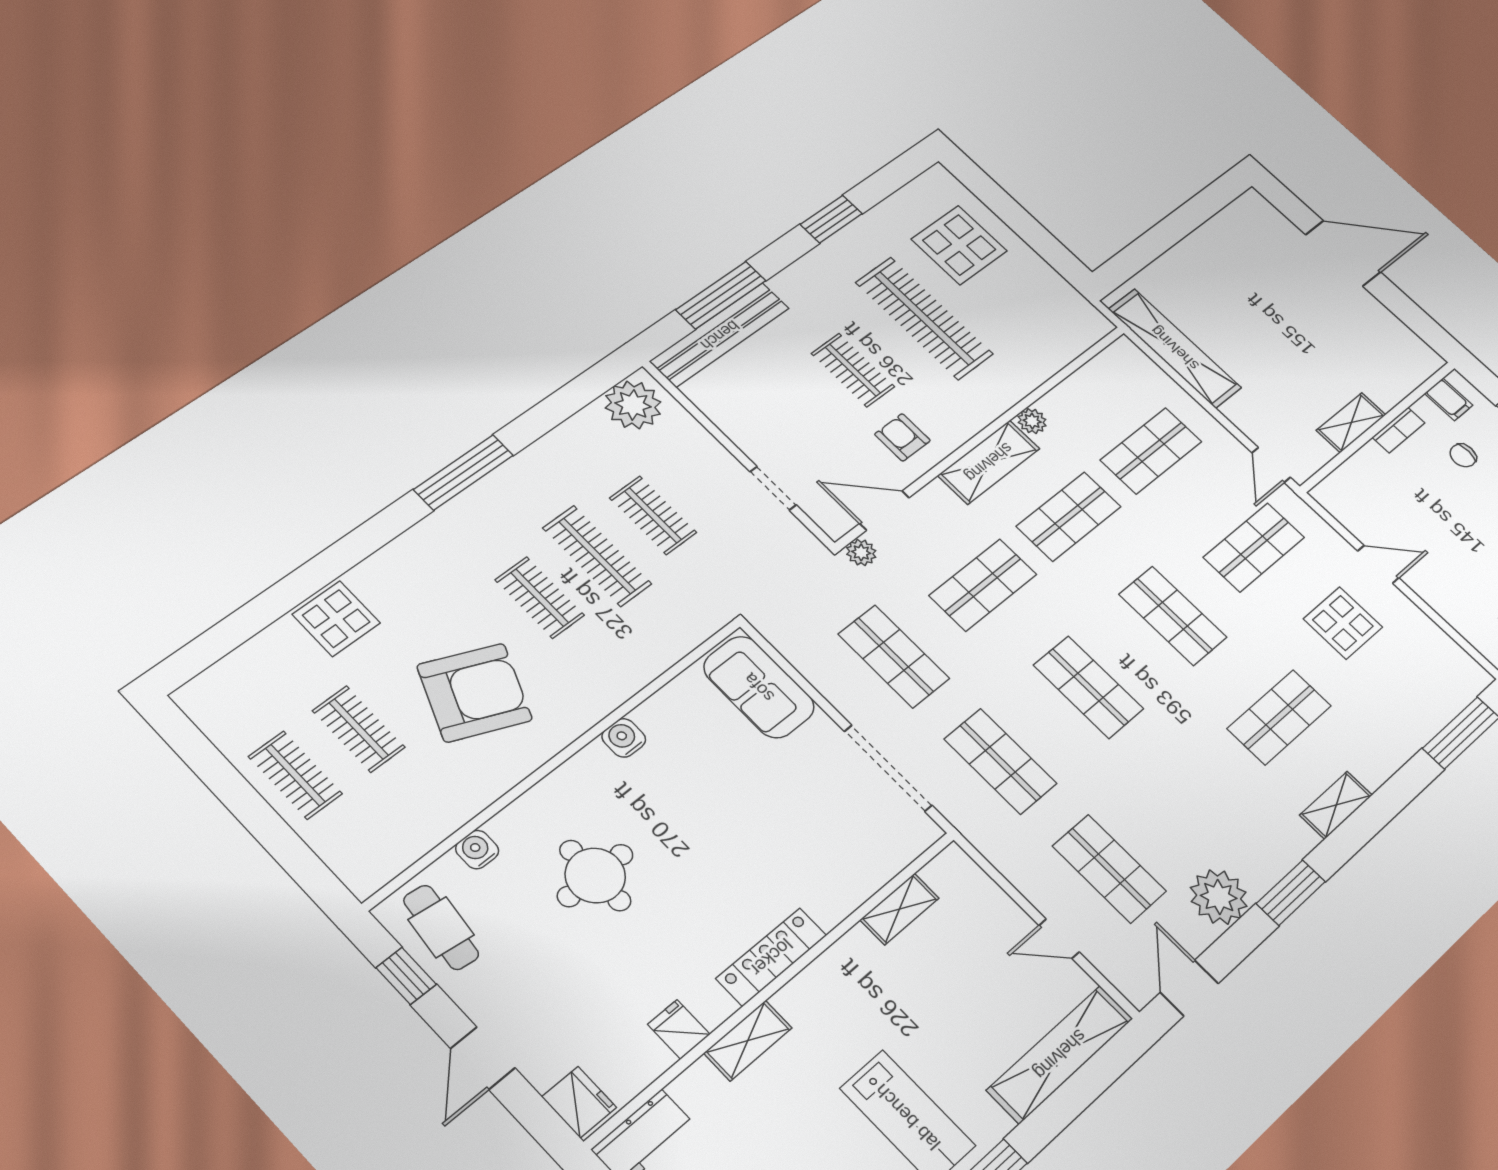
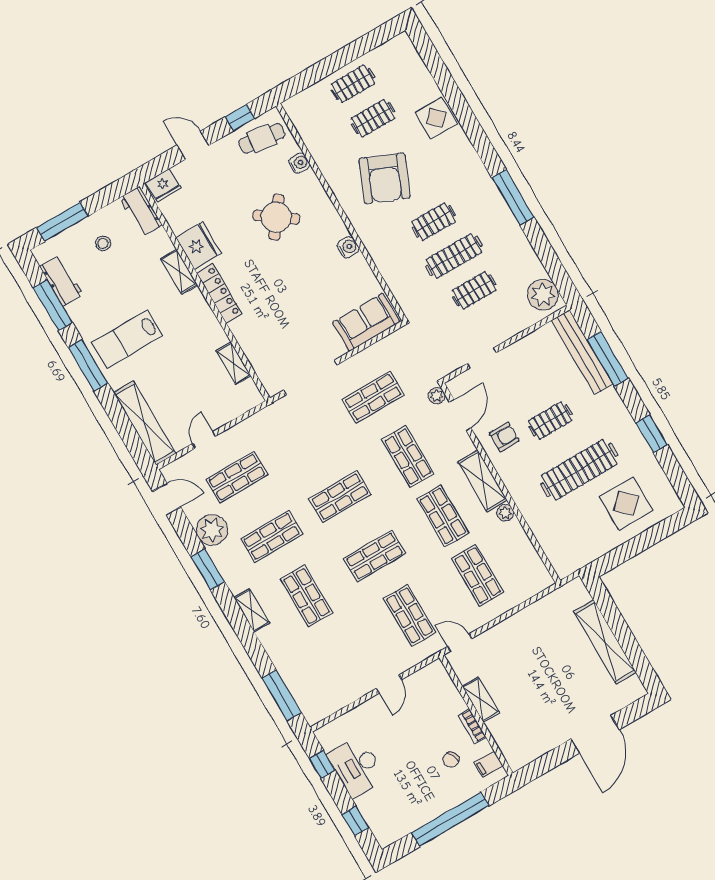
shelving: (1175, 348) -> (605, 642), moved, turned 90
chair: (1463, 455) -> (451, 760), turned -119
display table: (1343, 623) -> (356, 651), removed
shop shelf: (1000, 761) -> (272, 537), moved
round table: (595, 875) -> (276, 217), turned 36
fridge: (679, 1029) -> (198, 245), width x1.88, depth x1.34

